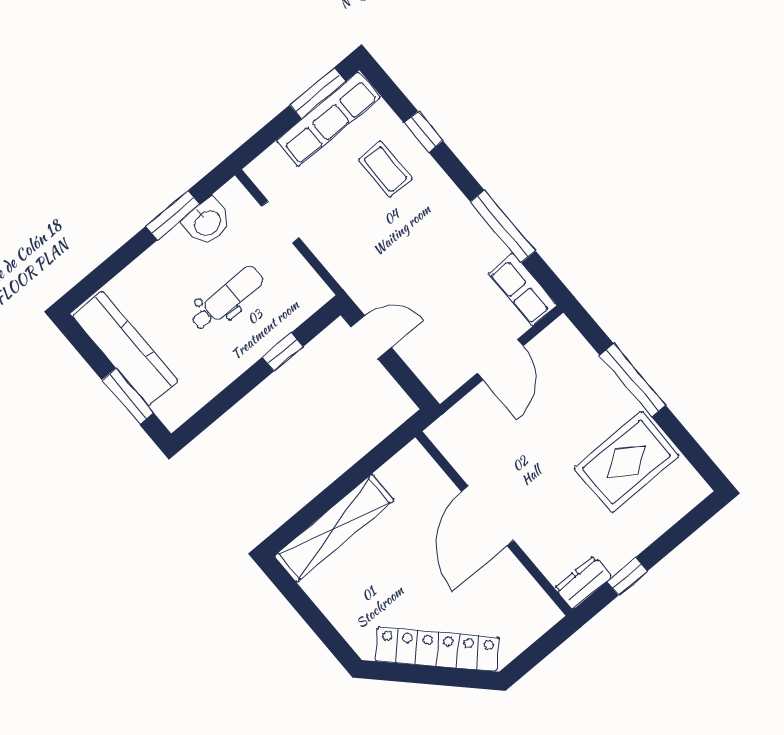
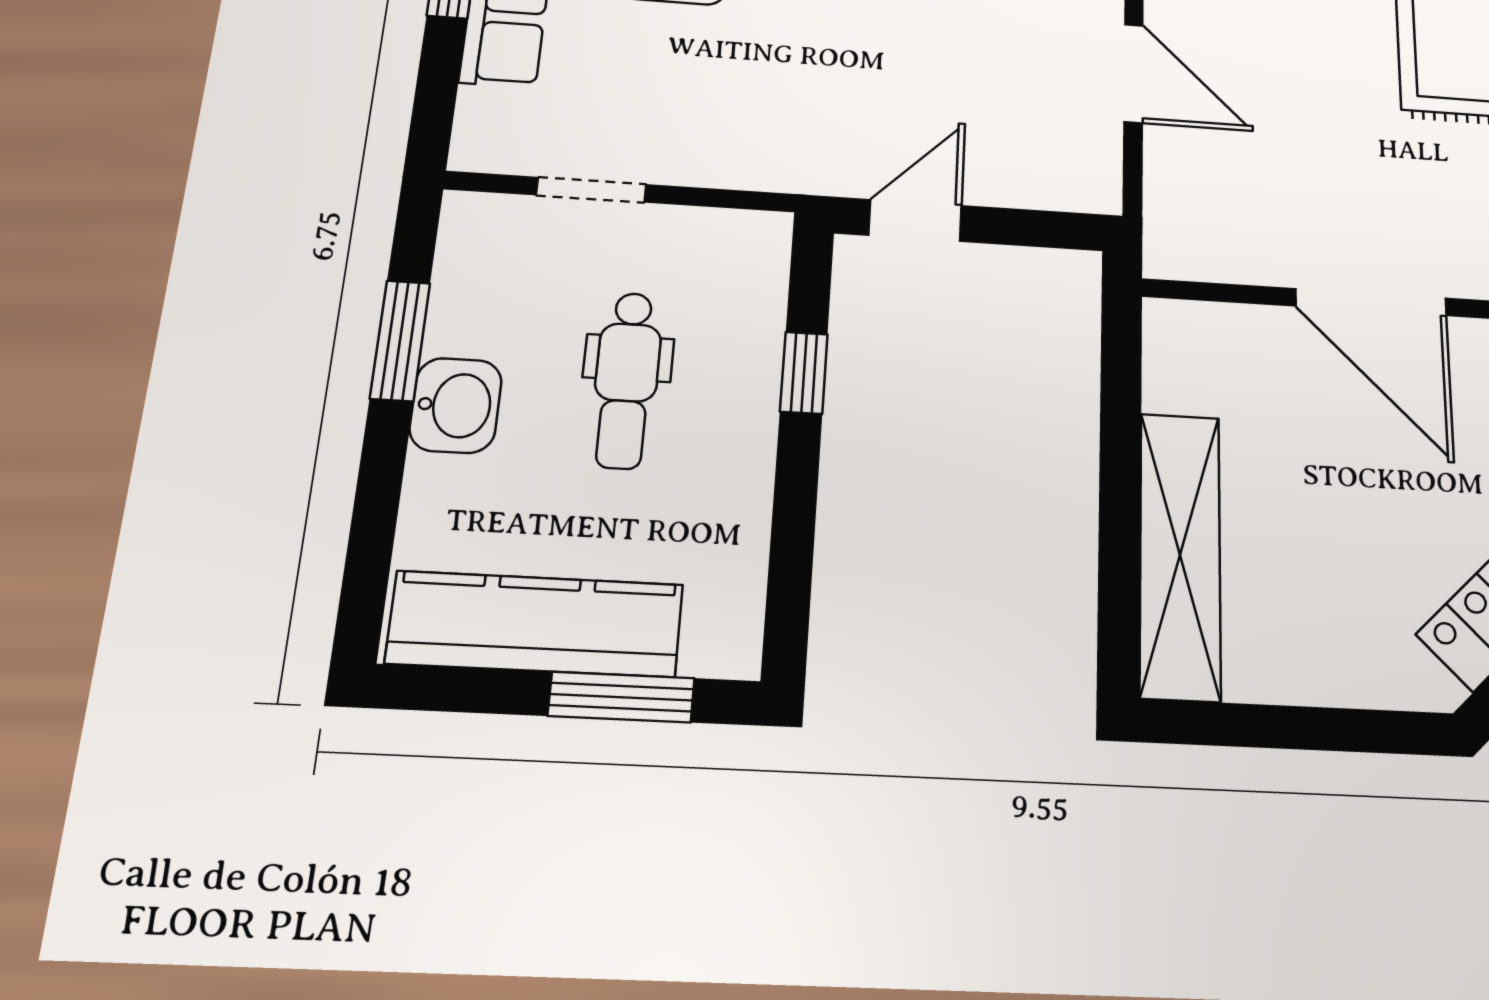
washbasin: (207, 222) -> (456, 405), moved
dental chair: (227, 298) -> (626, 380), turned 180

